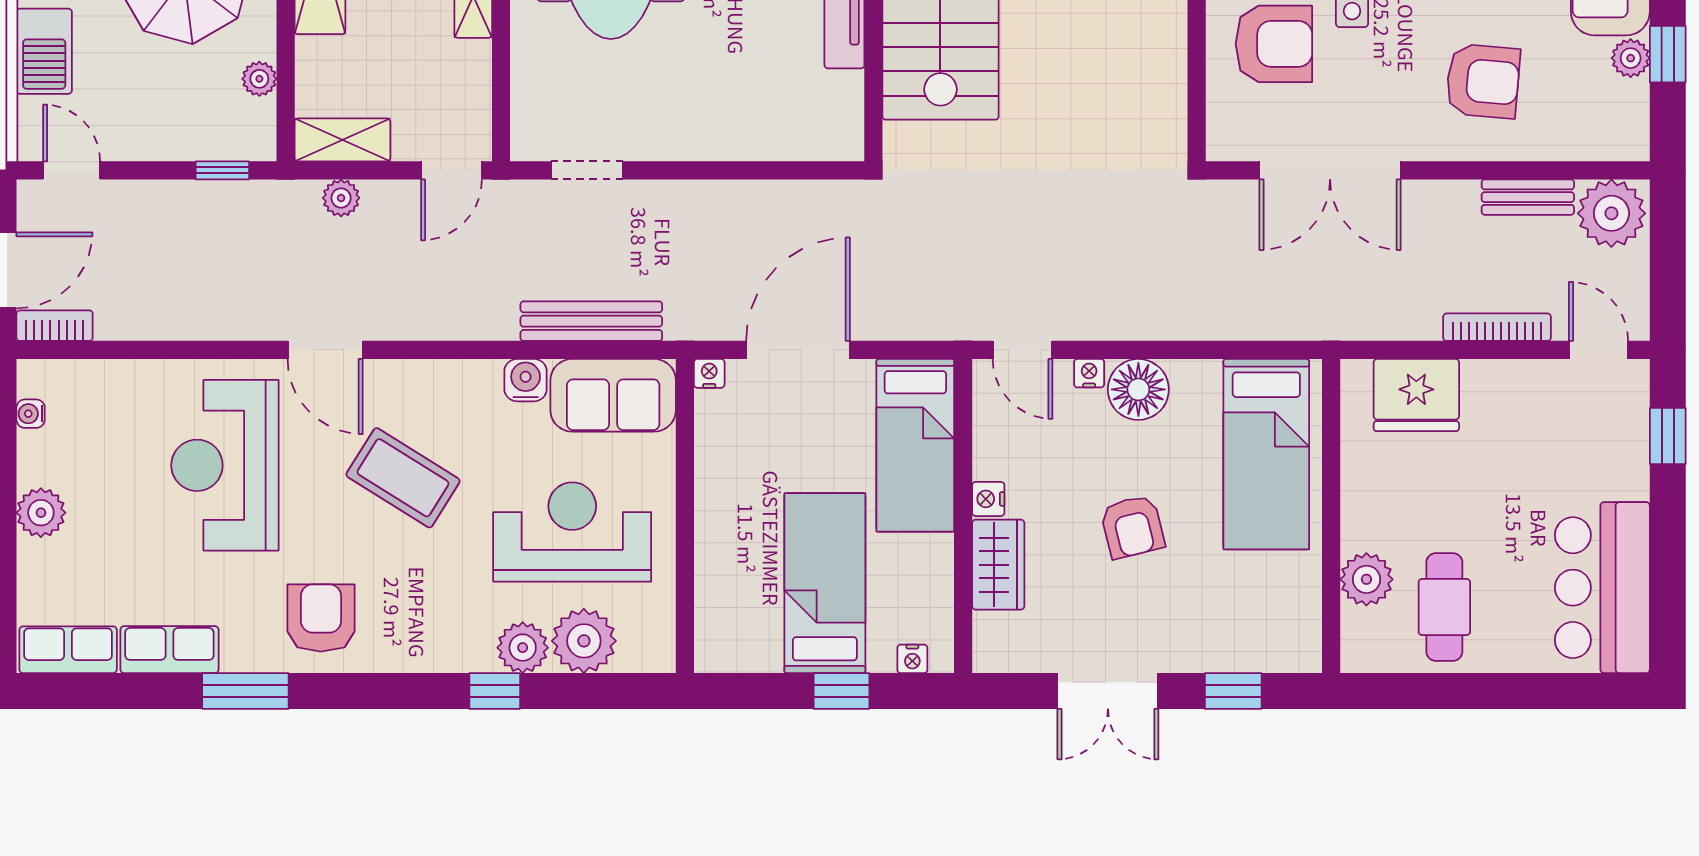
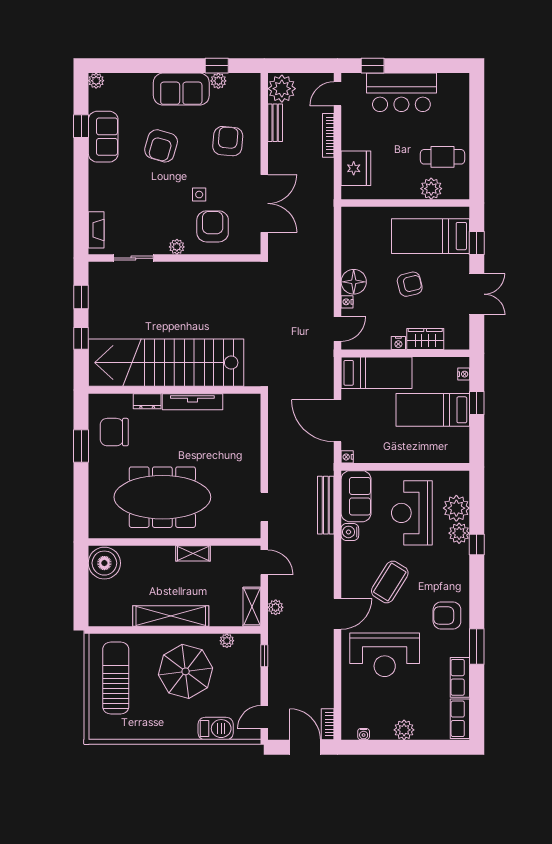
bed: (1266, 454) -> (431, 236), moved, turned 180
bar counter: (1602, 588) -> (401, 92), moved

